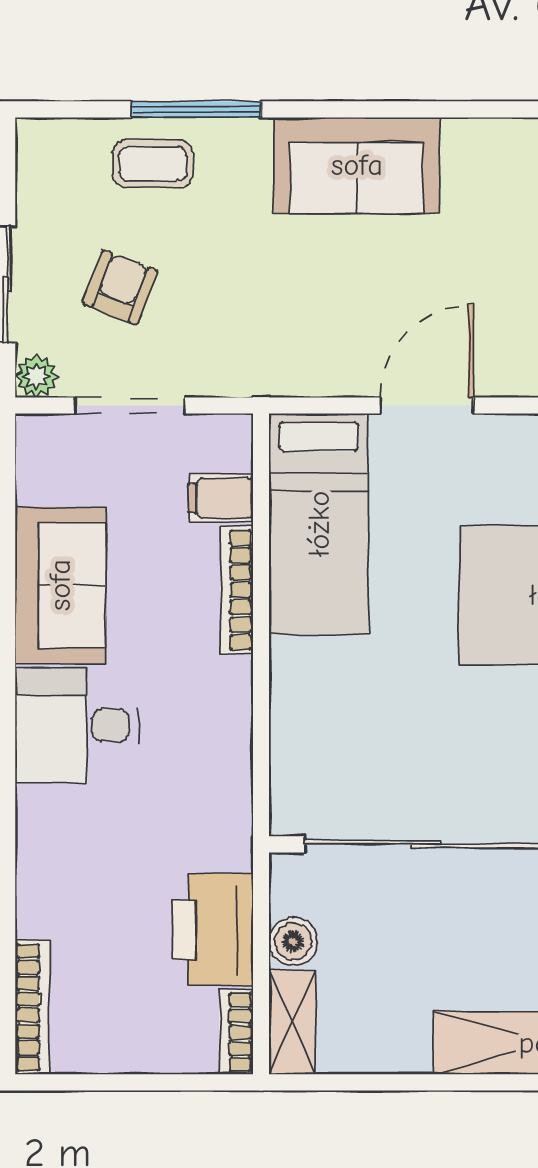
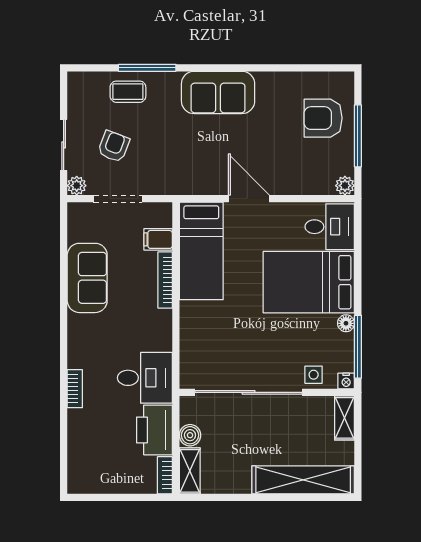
door: (427, 406) -> (249, 199), hinge flipped
desk: (77, 725) -> (145, 378), moved, turned 180
bookcase: (32, 1007) -> (75, 389), moved, width x0.64

